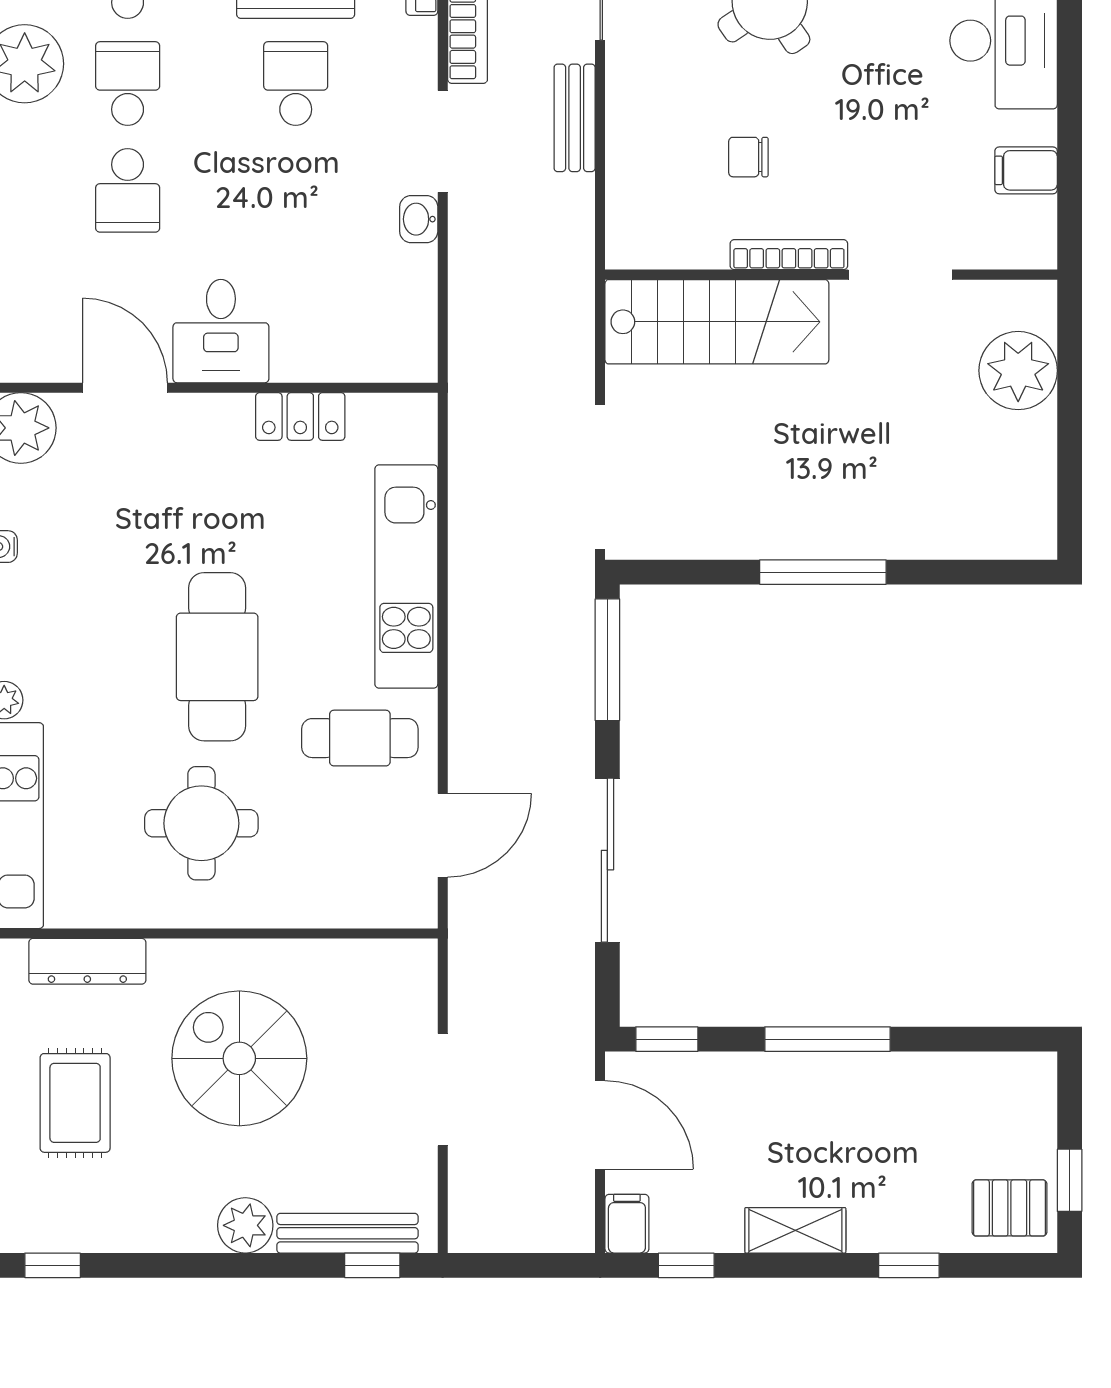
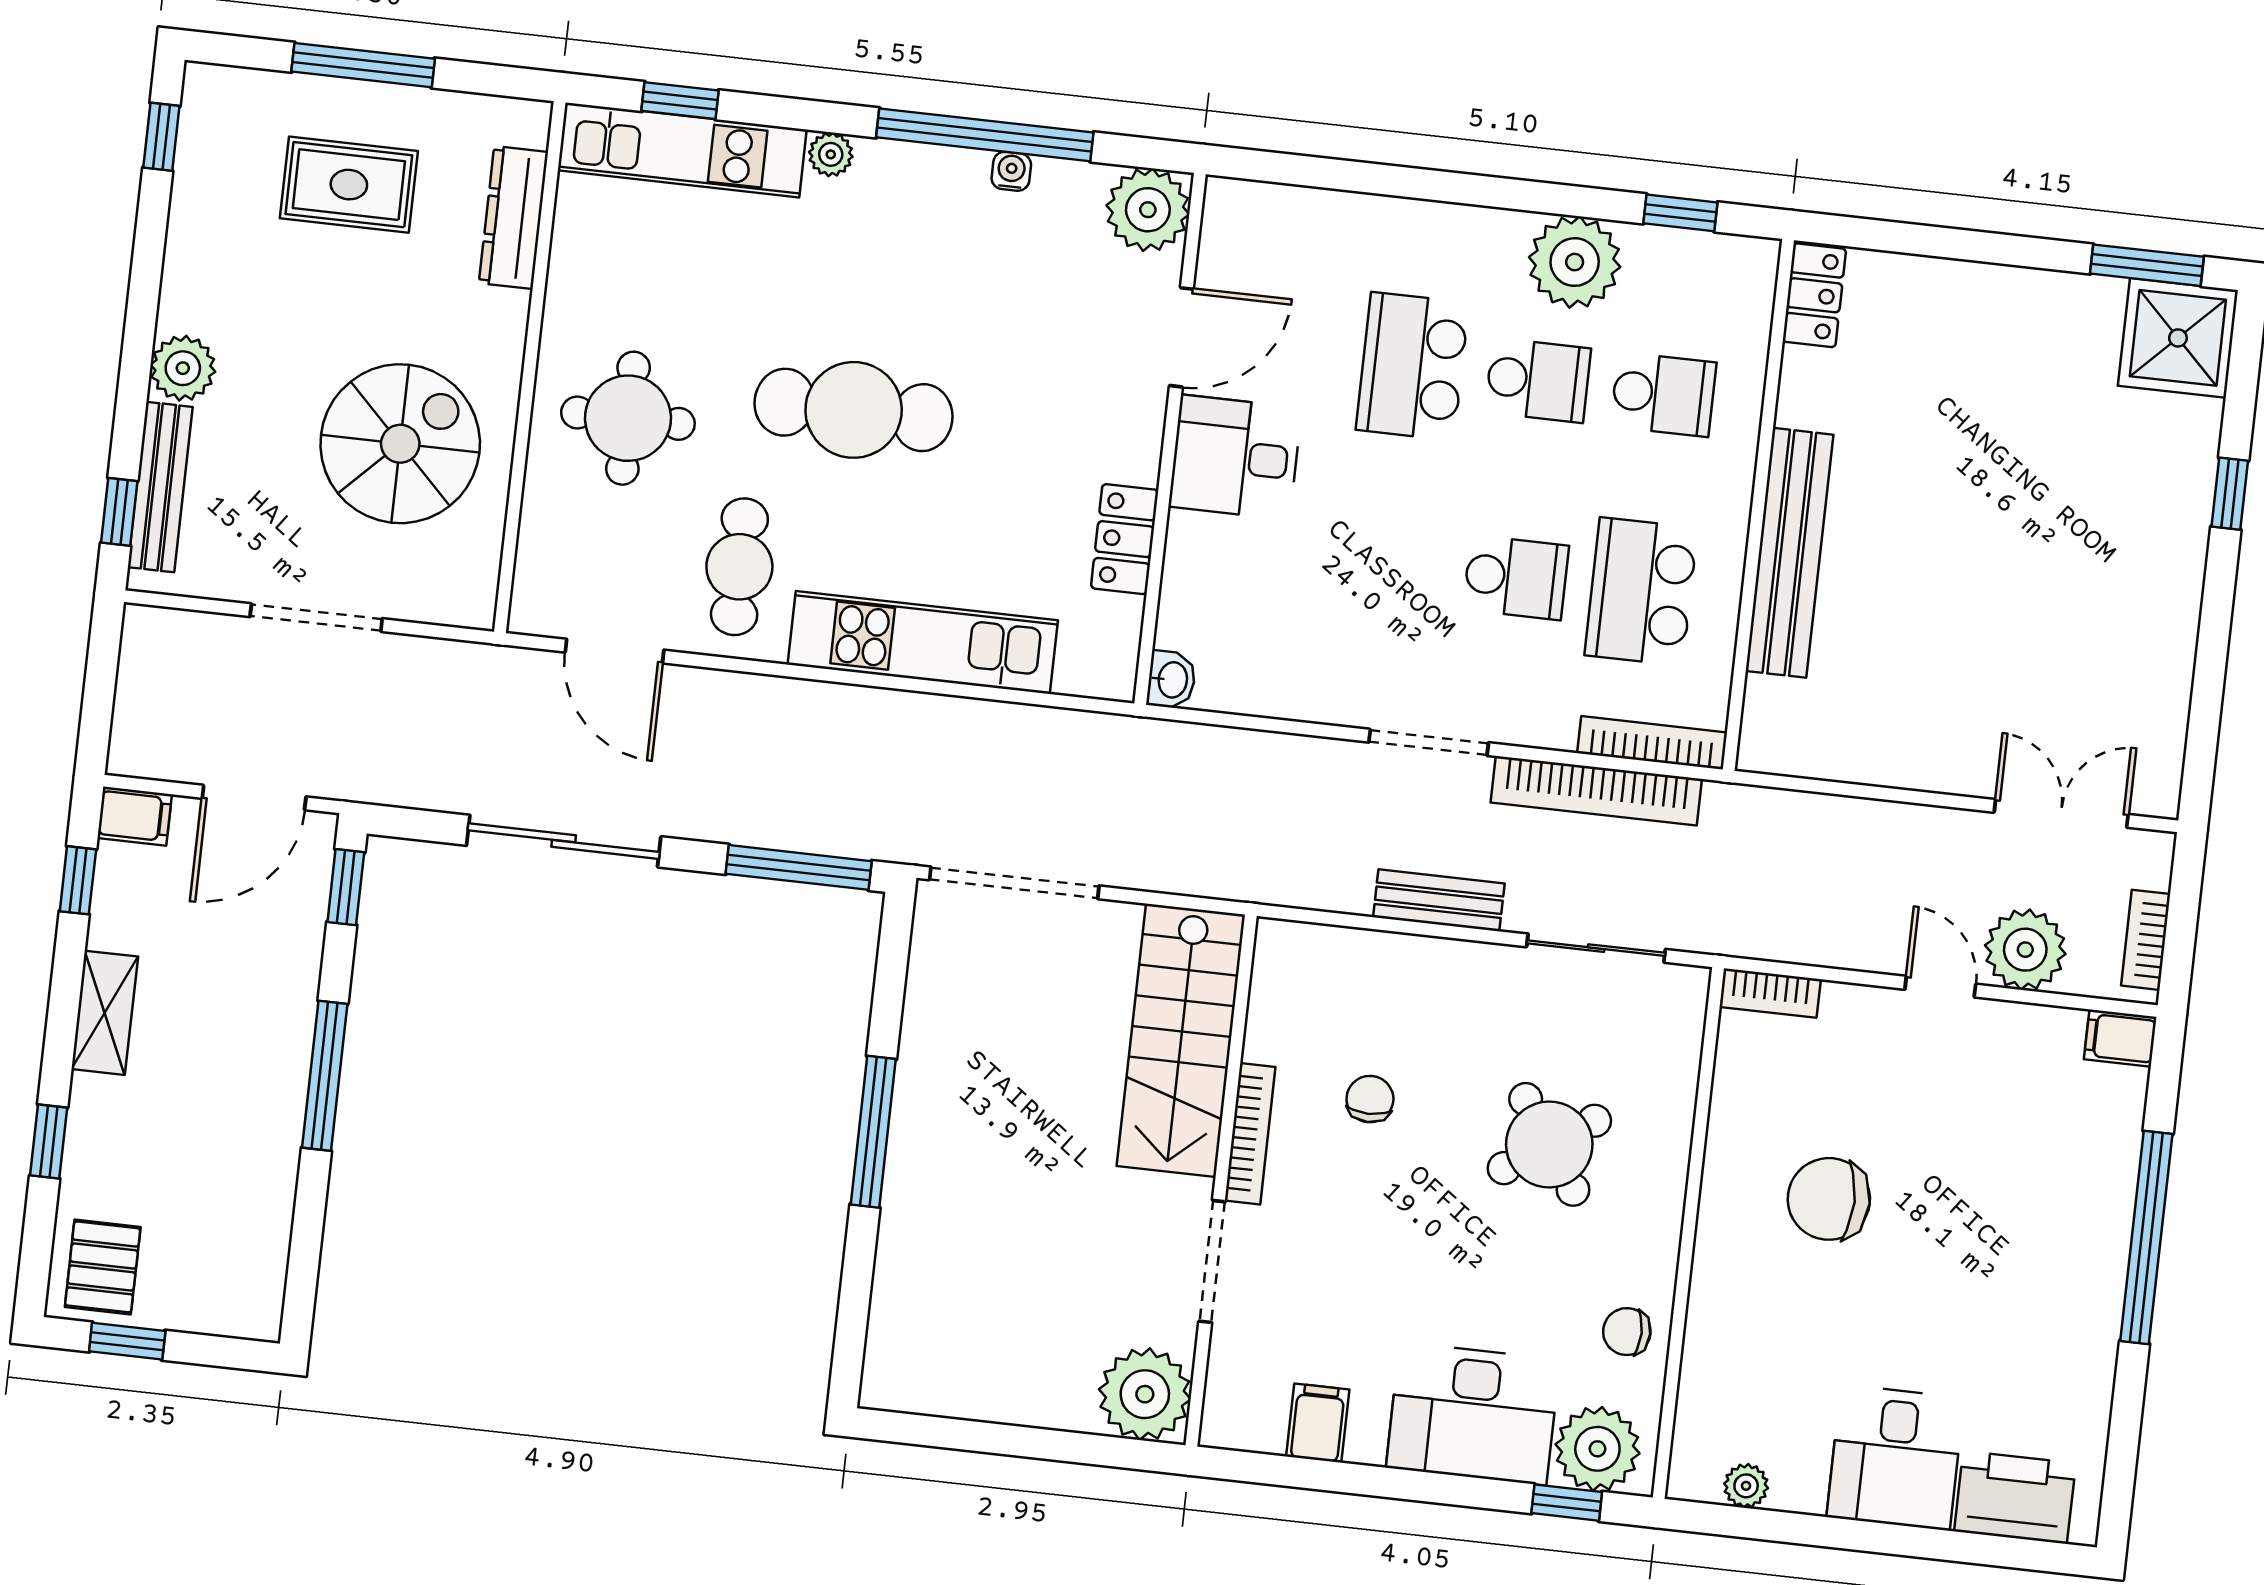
school desk: (128, 190) -> (1413, 366), width x1.85
washbasin: (419, 219) -> (1171, 680), moved, turned 90
plant: (1018, 371) -> (1145, 1394), moved
round table: (201, 823) -> (628, 418), moved
spiral stairs: (239, 1058) -> (400, 444), moved

